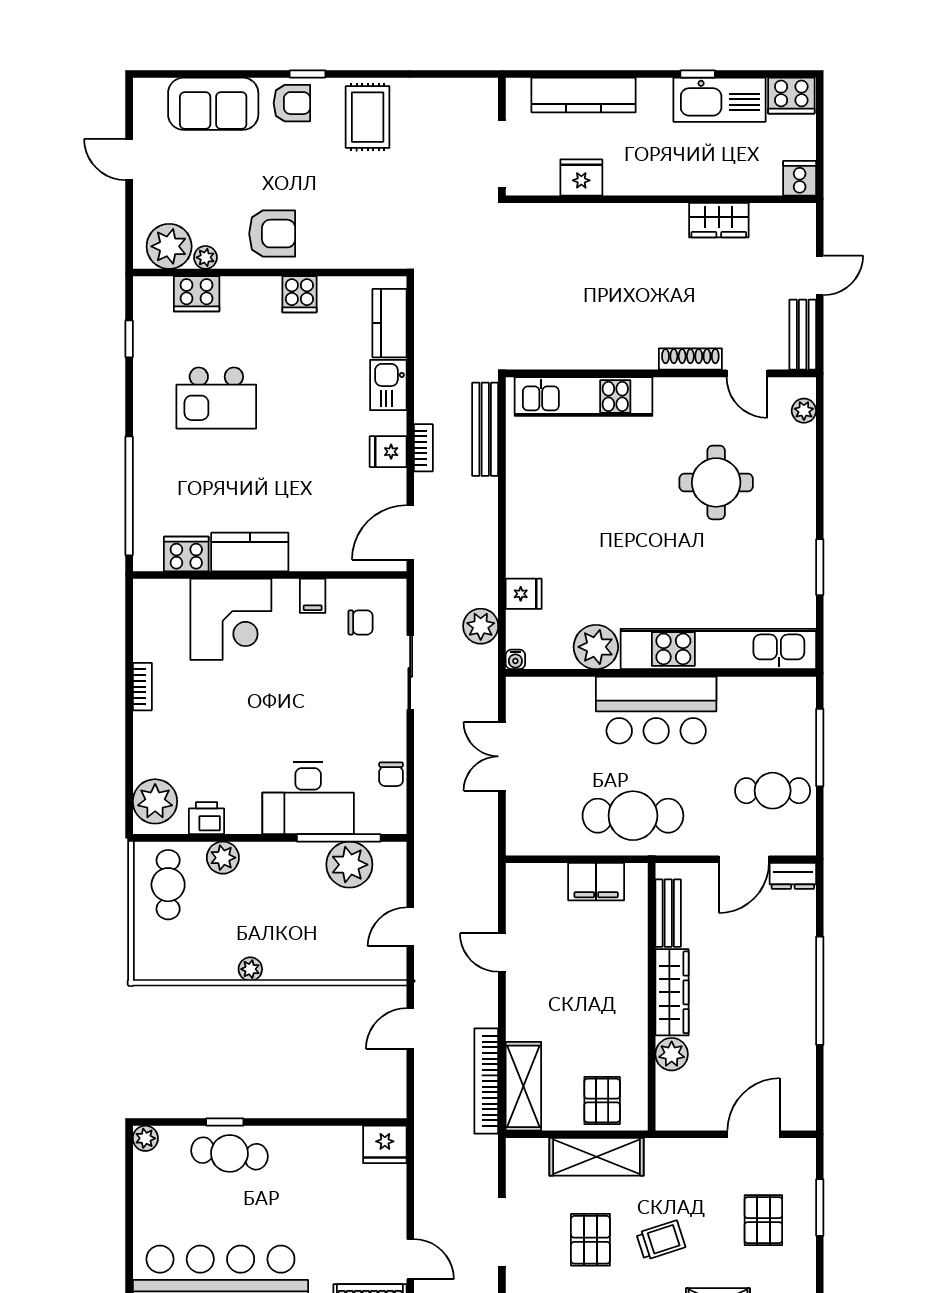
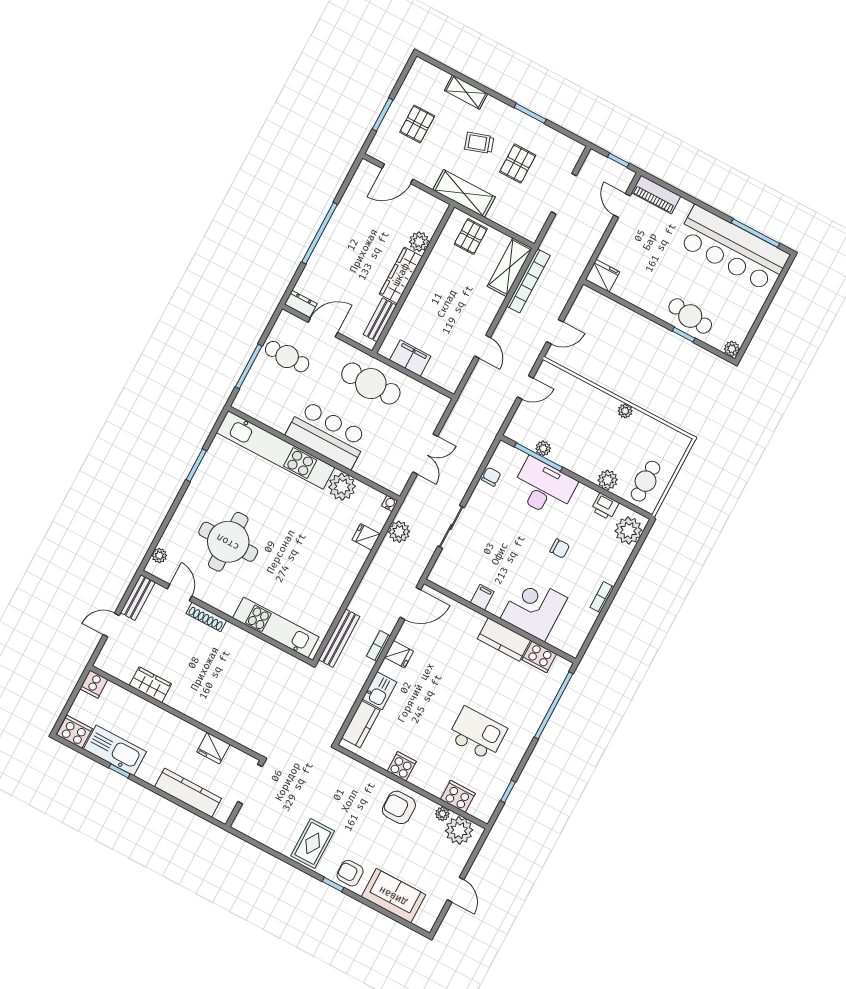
round table: (716, 482) -> (228, 542), width x1.36, depth x1.36
chair: (361, 622) -> (560, 549), moved, turned 180
plant: (349, 865) -> (543, 448), width x0.53, depth x0.53
shelving: (597, 1157) -> (464, 193), moved

